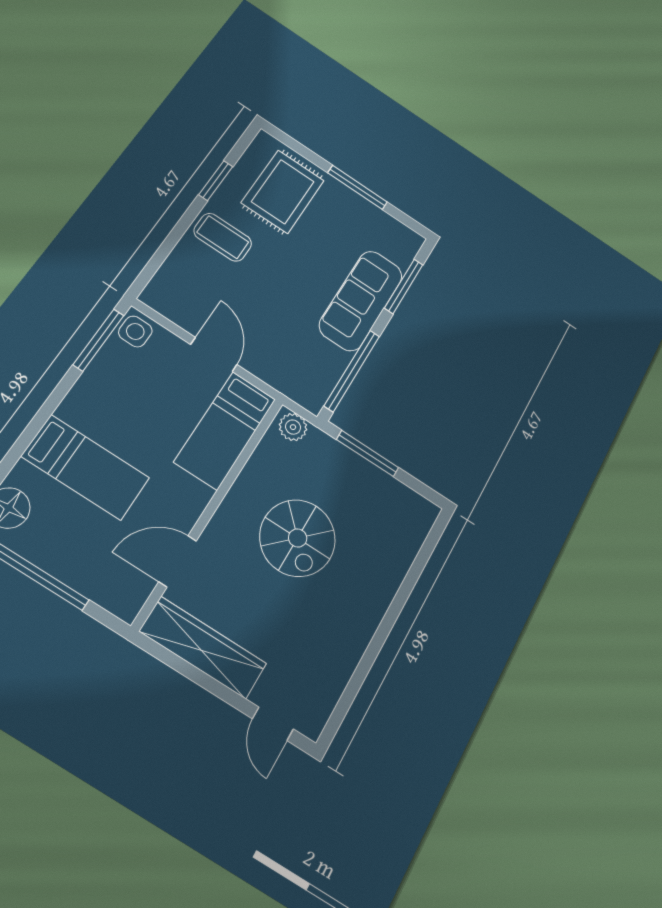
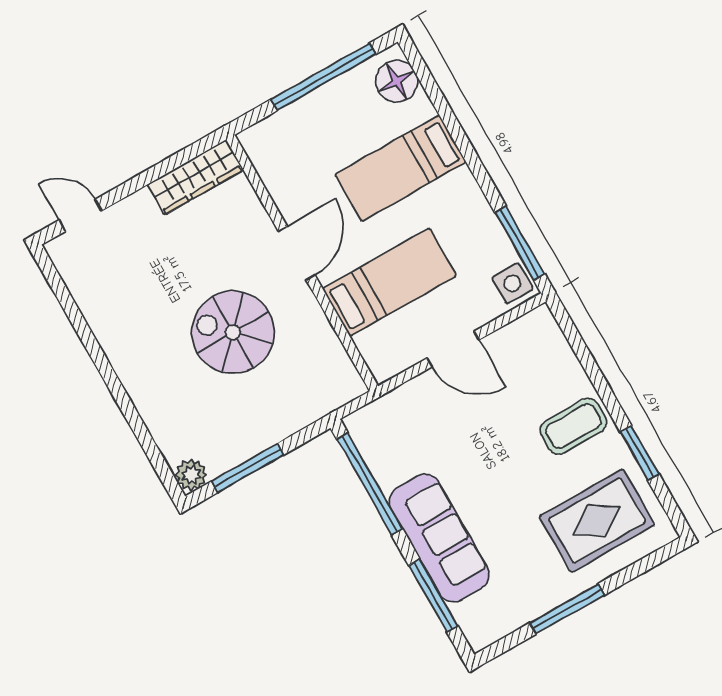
rug: (283, 192) -> (597, 521), turned 90
plant: (293, 427) -> (191, 475), moved
bed: (225, 430) -> (389, 282), moved, turned 90
window: (367, 453) -> (248, 468), moved
door: (178, 561) -> (297, 253), moved
wardrobe: (203, 648) -> (195, 177), width x0.71, depth x0.85

